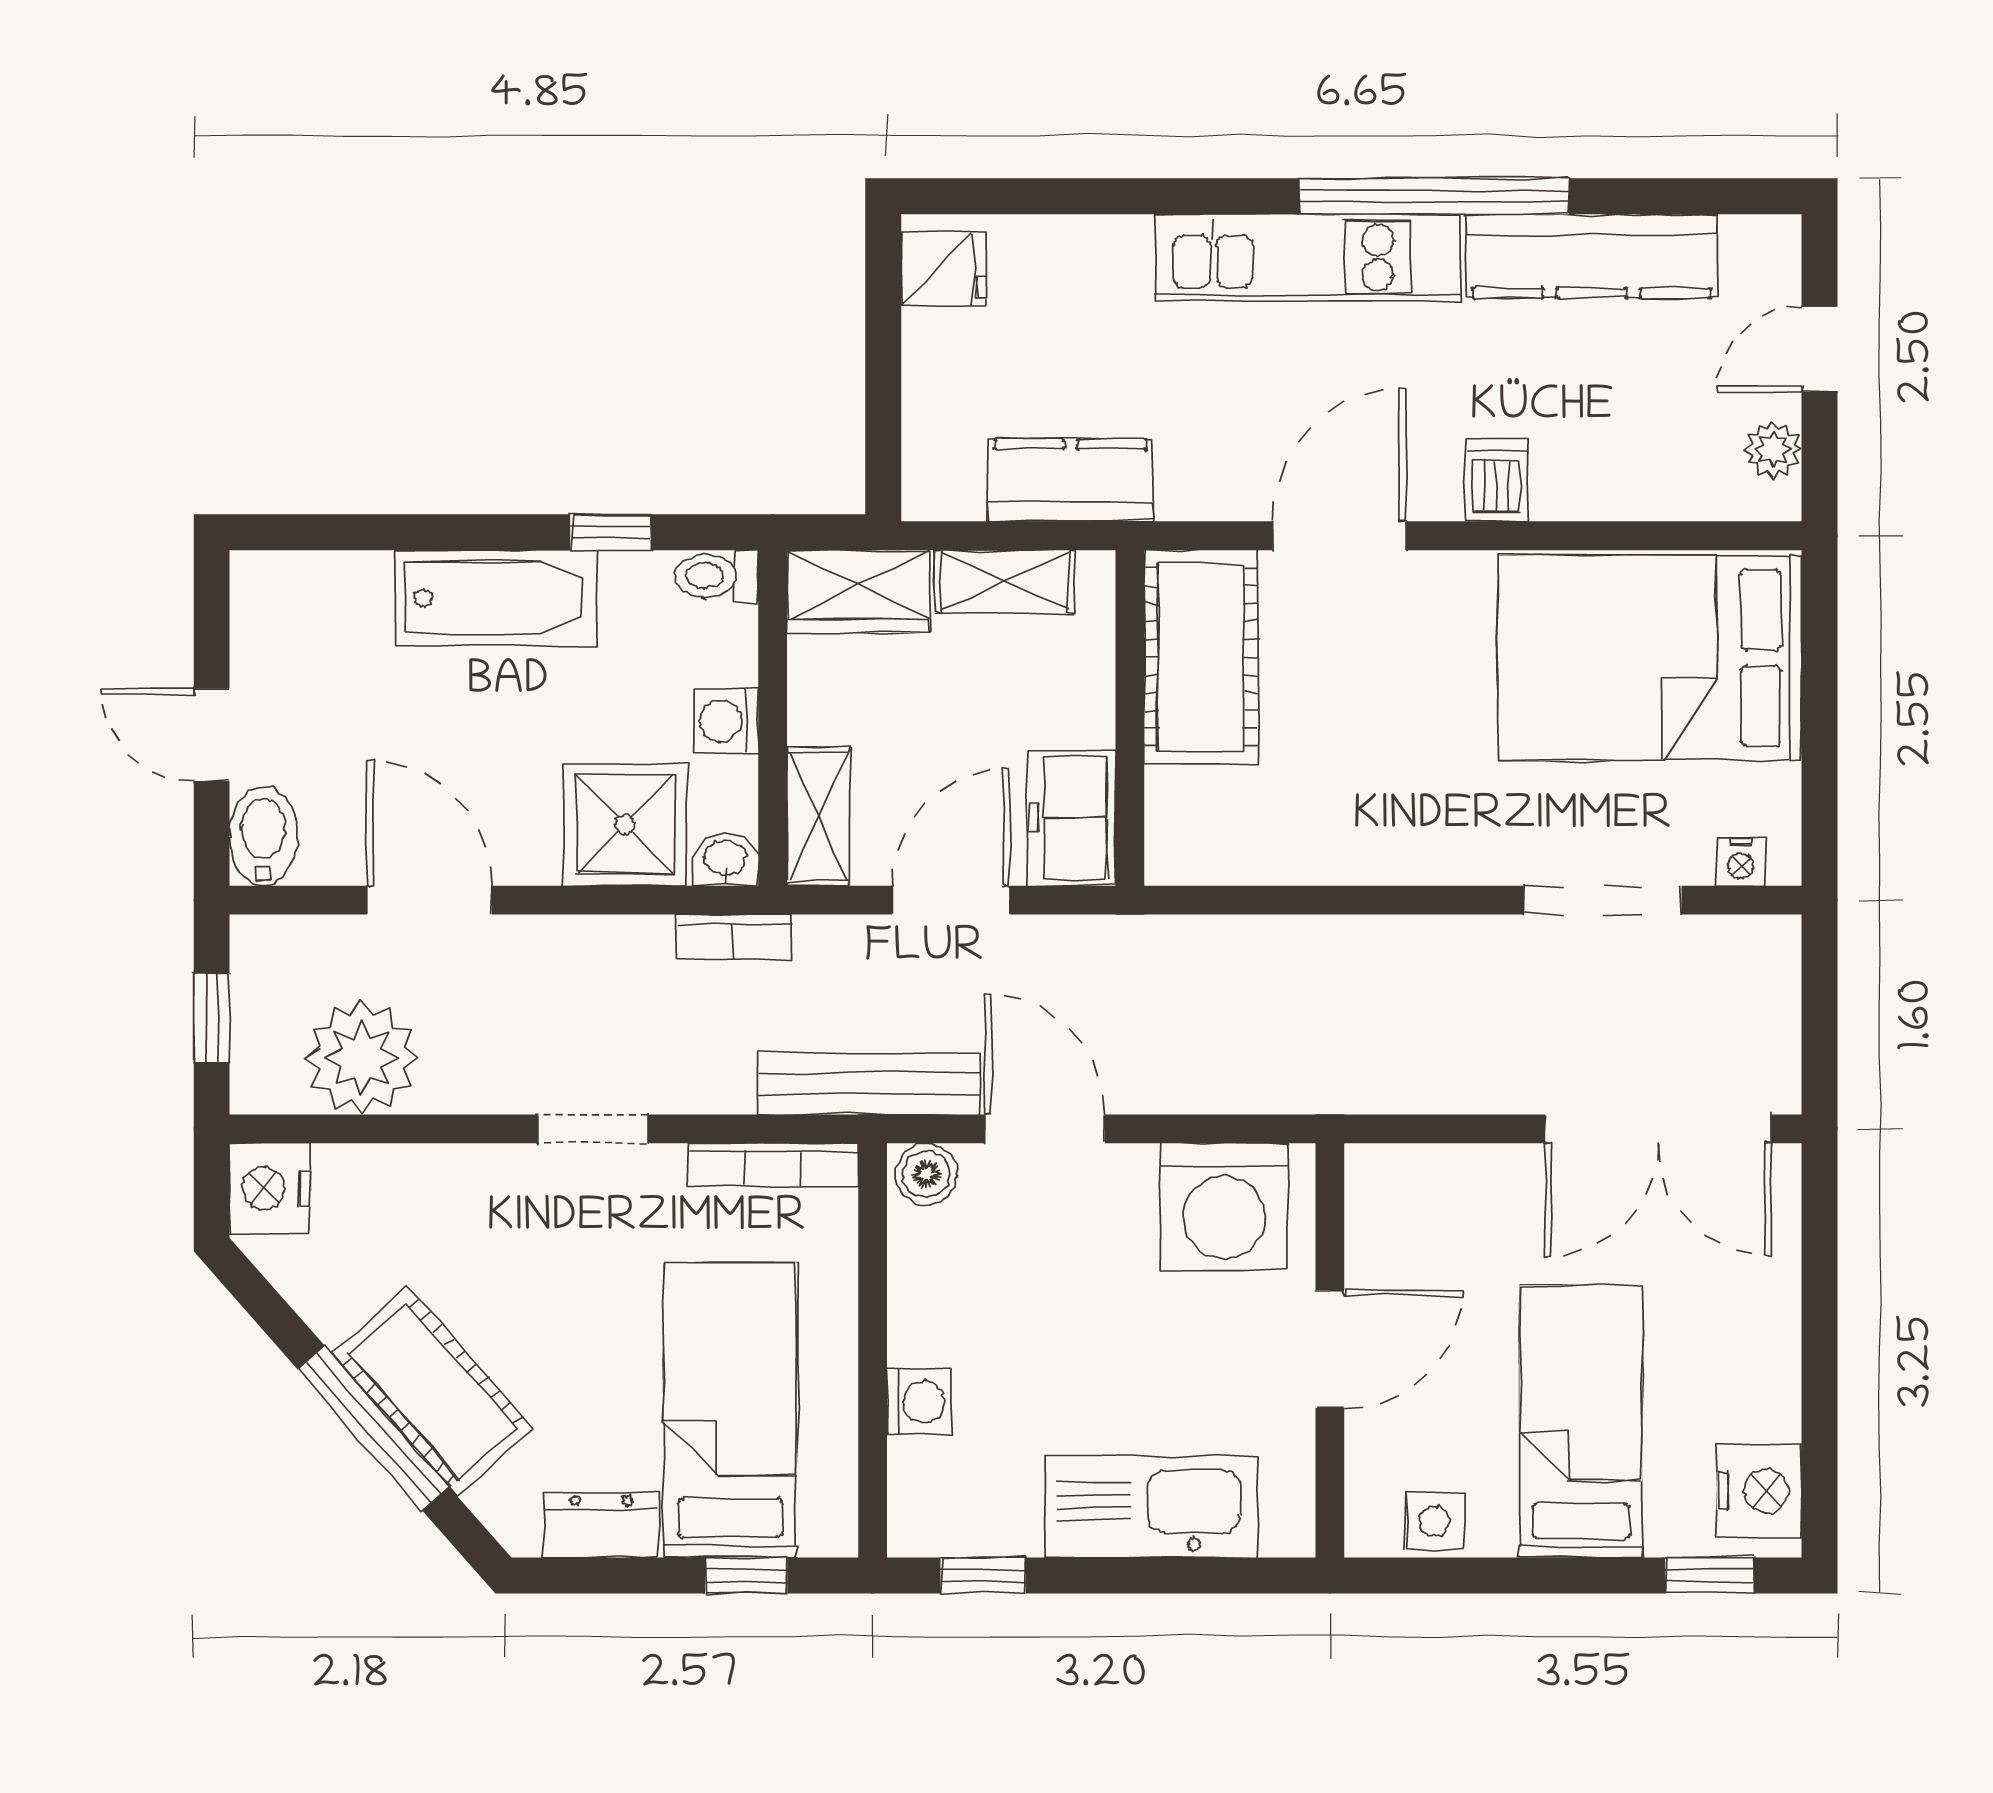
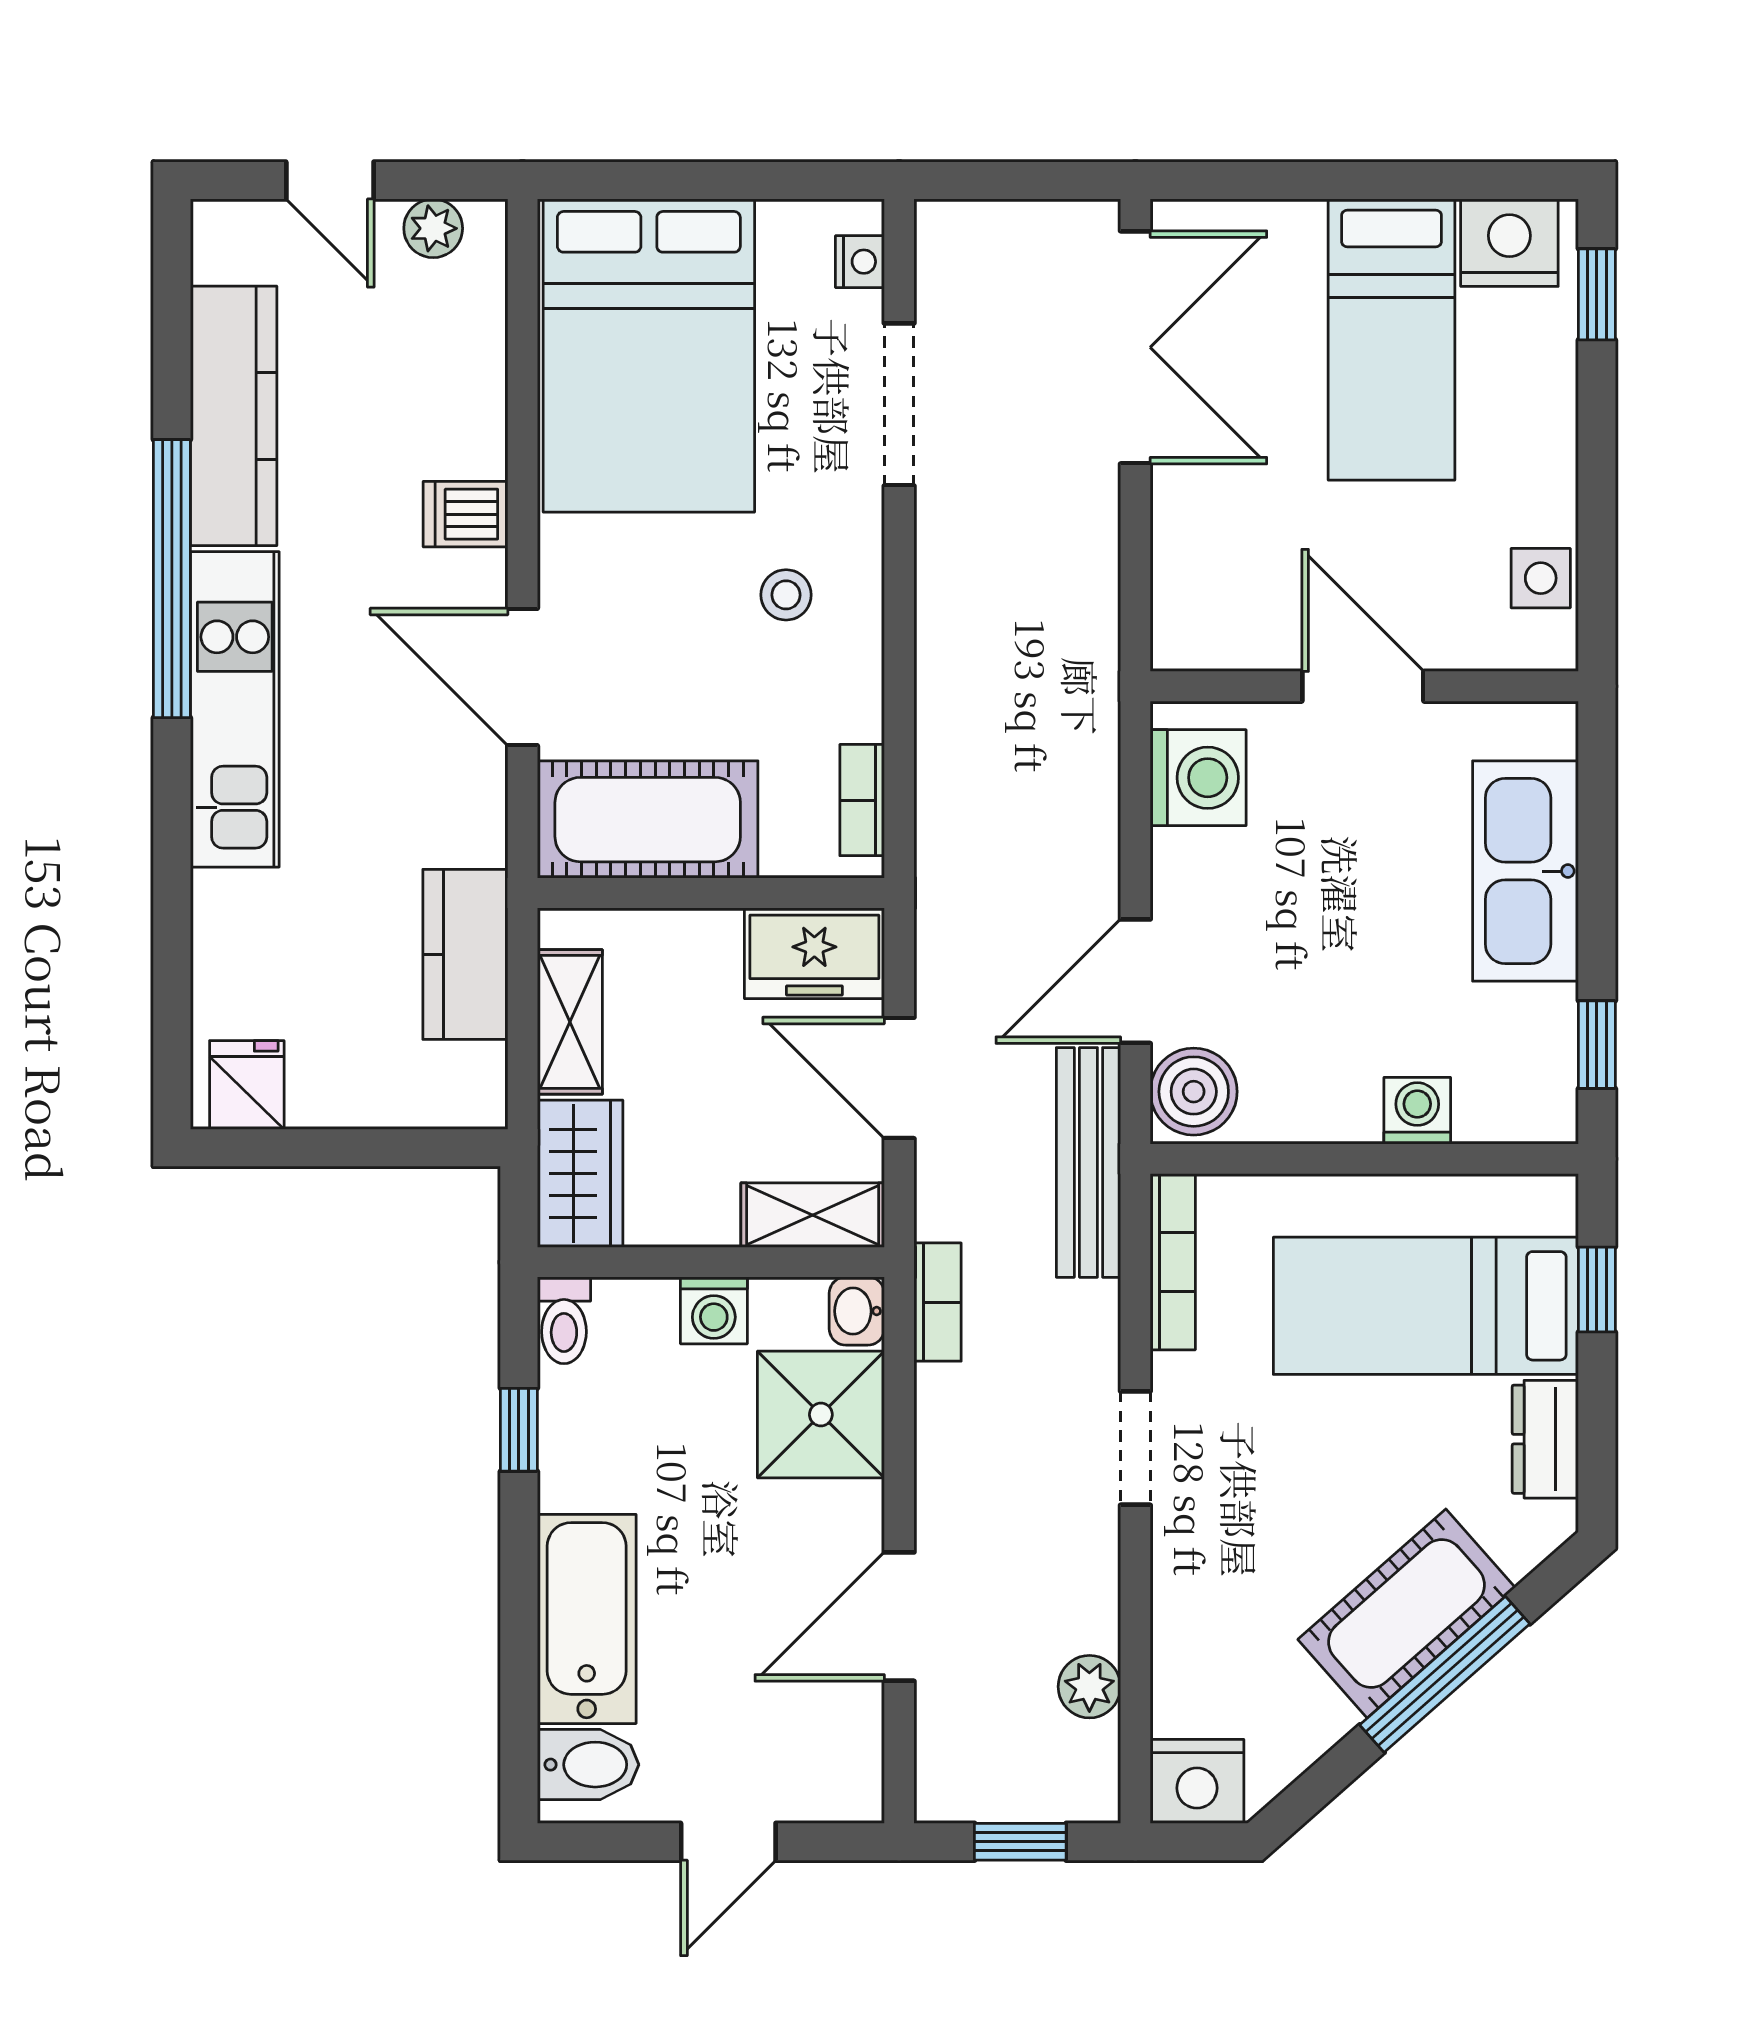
bathtub: (496, 598) -> (587, 1619), moved
stool: (1418, 791) -> (786, 595), added
bidet: (263, 837) -> (588, 1765), moved, turned 180
bookcase: (1220, 864) -> (862, 800), added
plant: (362, 1058) -> (1089, 1687), width x0.53, depth x0.53
boiler: (926, 1174) -> (1194, 1092), width x1.36, depth x1.36
washing machine: (1224, 1207) -> (1198, 778), width x0.73, depth x0.73
bed: (1581, 1422) -> (1392, 340), moved, turned -90

